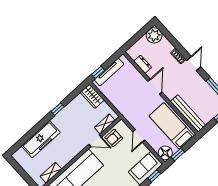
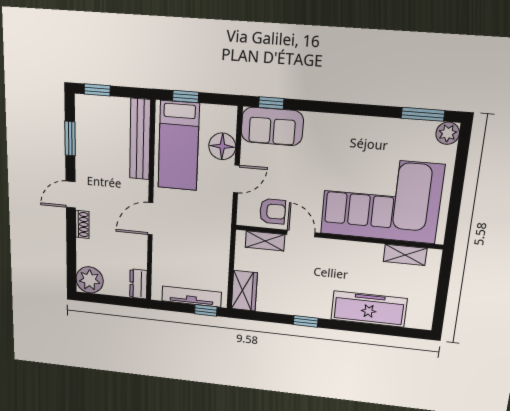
dresser: (143, 64) -> (138, 284), moved
floor lamp: (165, 153) -> (222, 146), moved
window: (178, 155) -> (186, 97), moved

